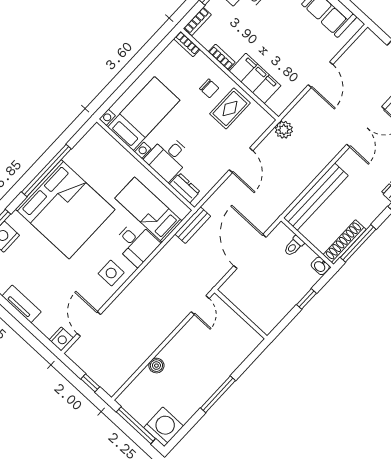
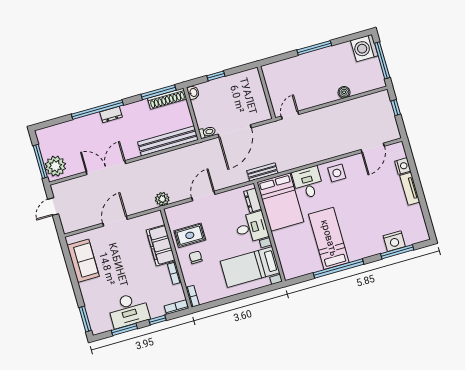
bed: (65, 209) -> (329, 238), width x0.49
bed: (148, 210) -> (280, 202), width x1.50
toilet: (294, 246) -> (207, 132), moved
nightstand: (61, 339) -> (403, 166), moved, turned 90

